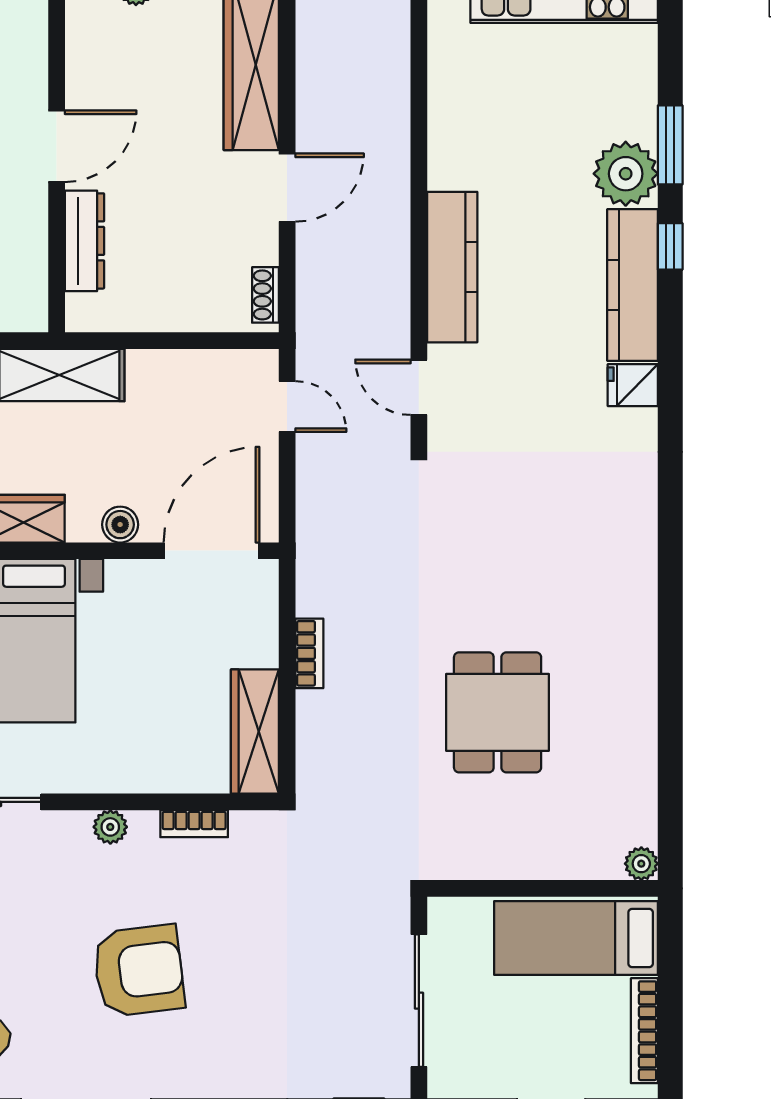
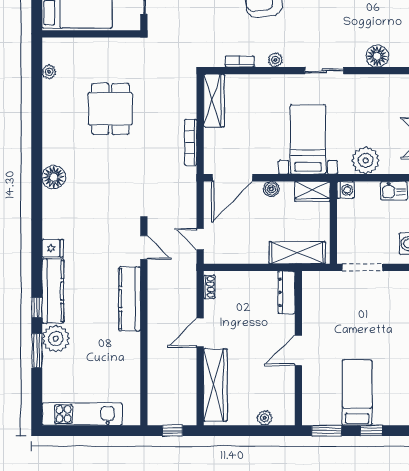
dresser: (85, 241) -> (286, 292), moved
floor lamp: (630, 552) -> (54, 177), added
bookcase: (309, 653) -> (191, 142), width x1.56
plant: (641, 864) -> (49, 72), moved

